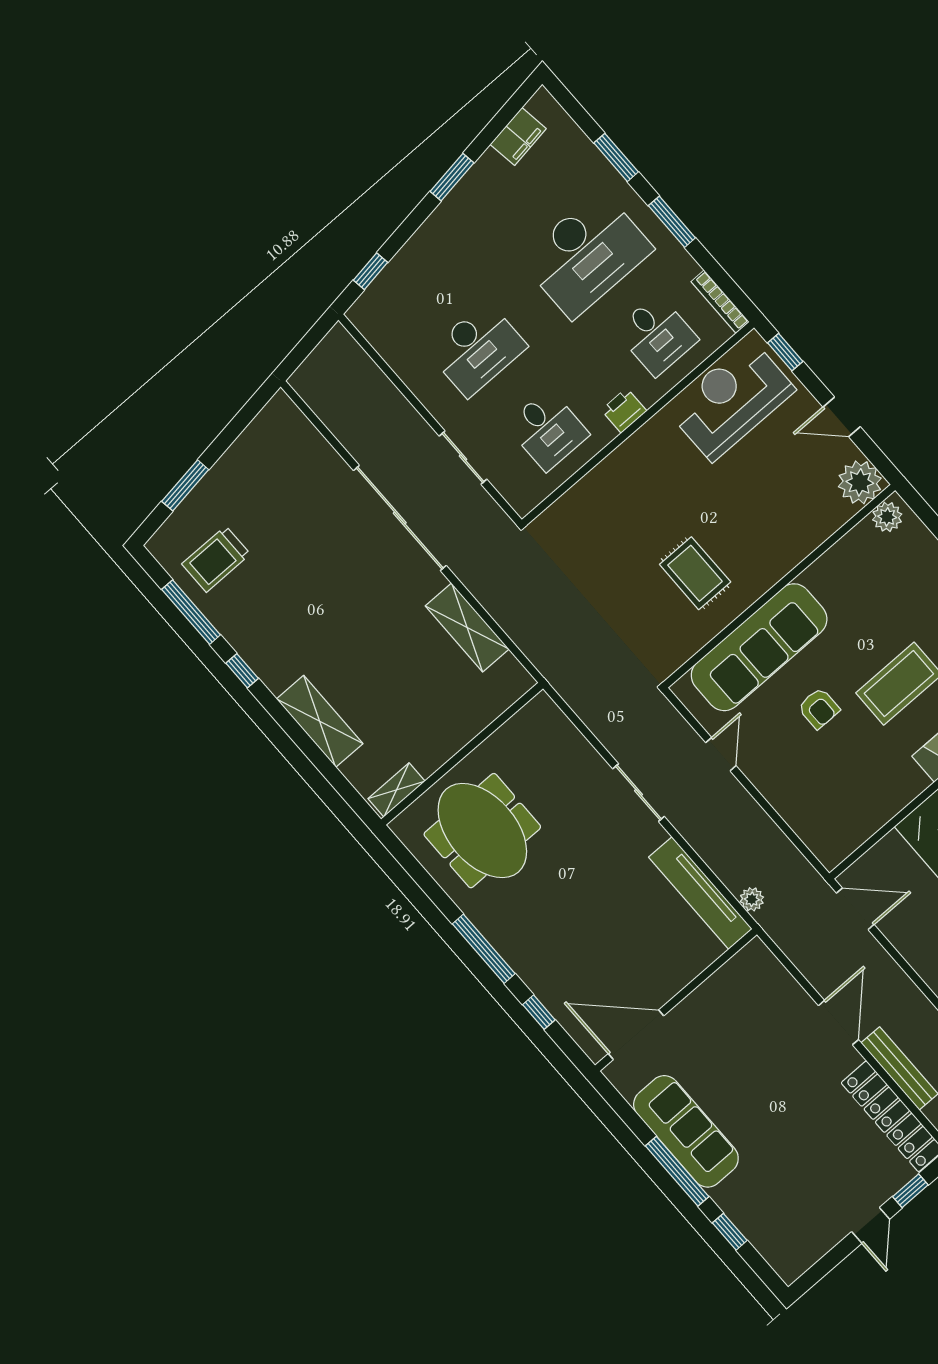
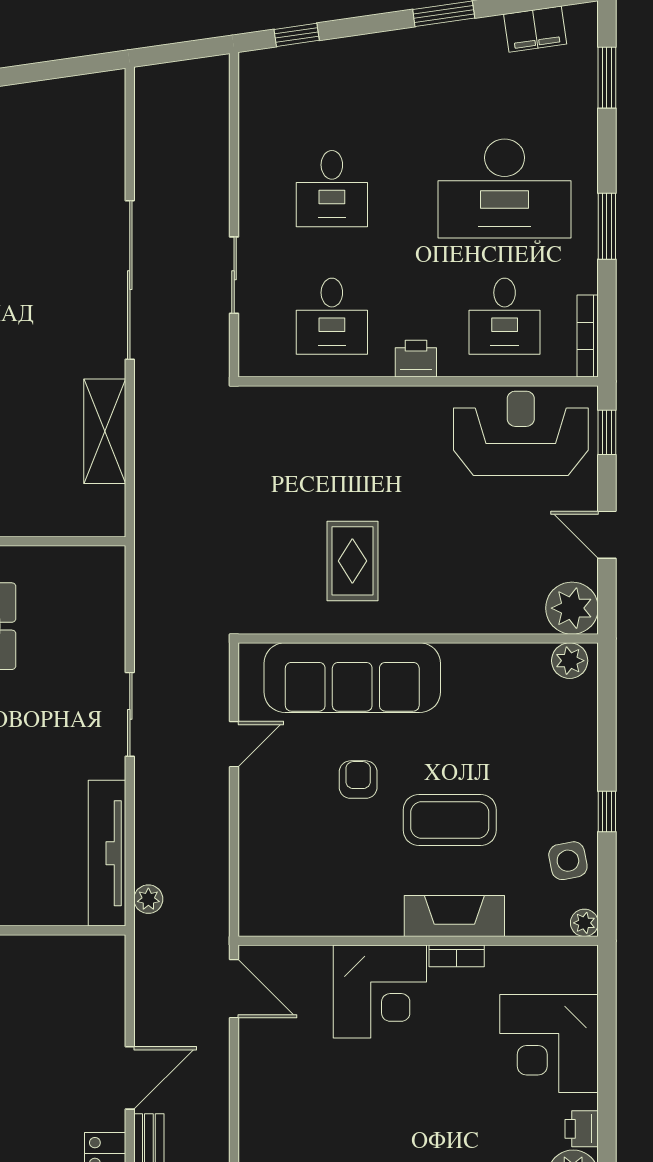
window: (616, 157) -> (607, 78), moved
desk: (477, 349) -> (332, 189), width x0.73
armchair: (819, 708) -> (358, 780), turned 180

